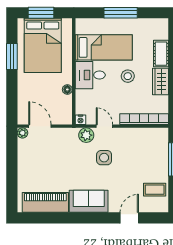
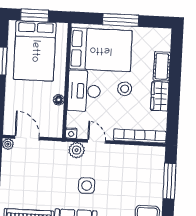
bed: (104, 47) -> (101, 50), width x1.50
desk: (90, 75) -> (84, 91), width x1.37
side table: (104, 158) -> (87, 185), moved

